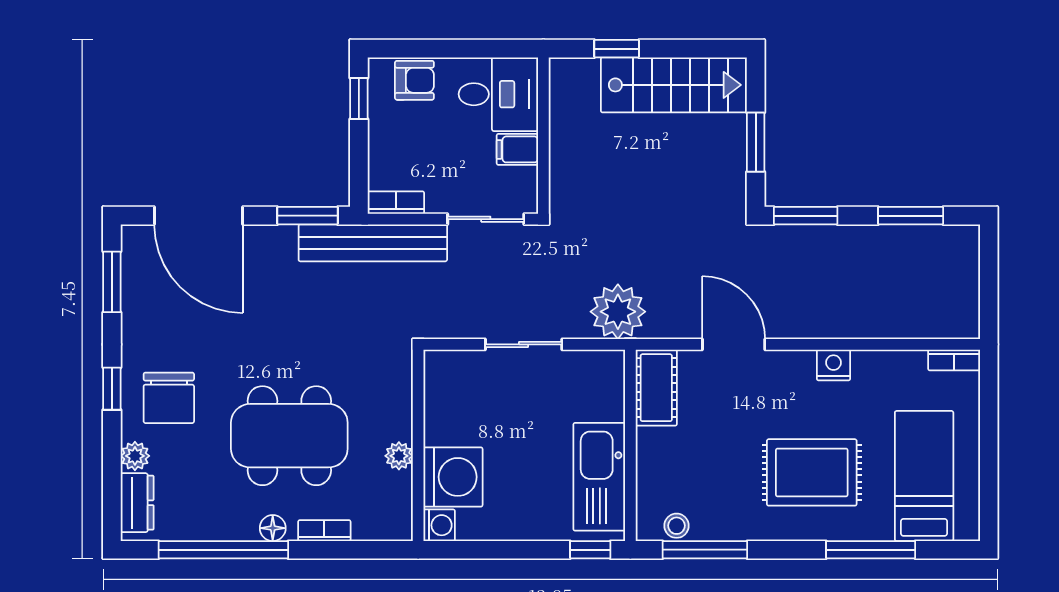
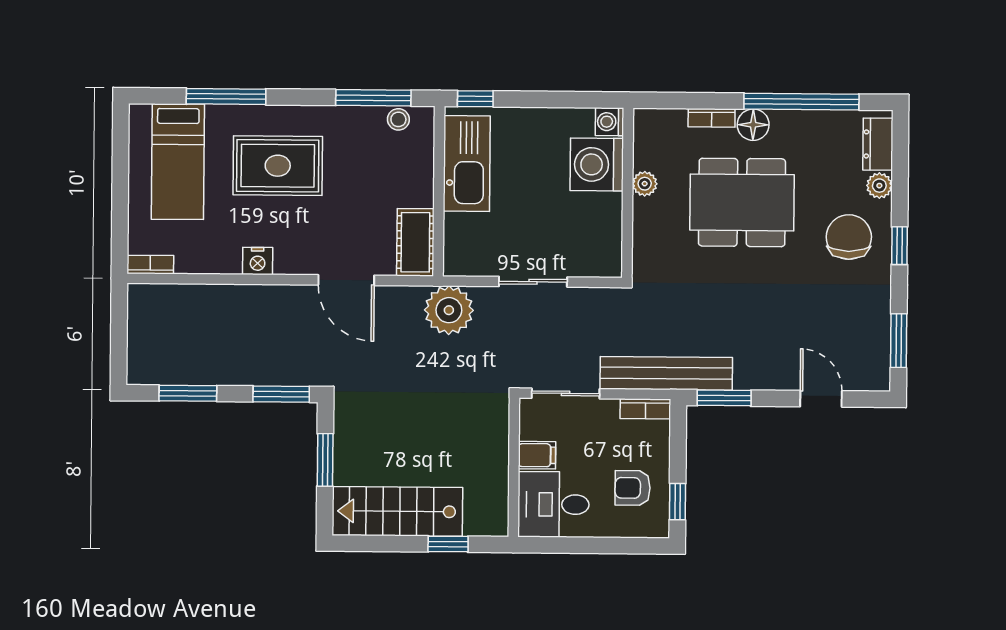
armchair: (414, 80) -> (633, 488), moved
door: (199, 216) -> (821, 399), width x0.53
floor lamp: (273, 528) -> (753, 125), width x1.37, depth x1.37

